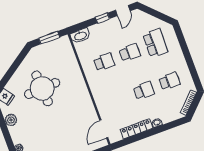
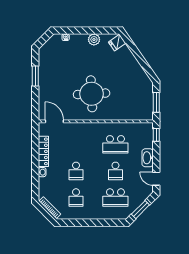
window: (158, 15) -> (140, 210), added
window: (102, 18) -> (156, 135), moved
washbasin: (80, 36) -> (148, 158), moved
school desk: (104, 62) -> (115, 144), width x1.85
round table: (42, 88) -> (92, 94), moved

